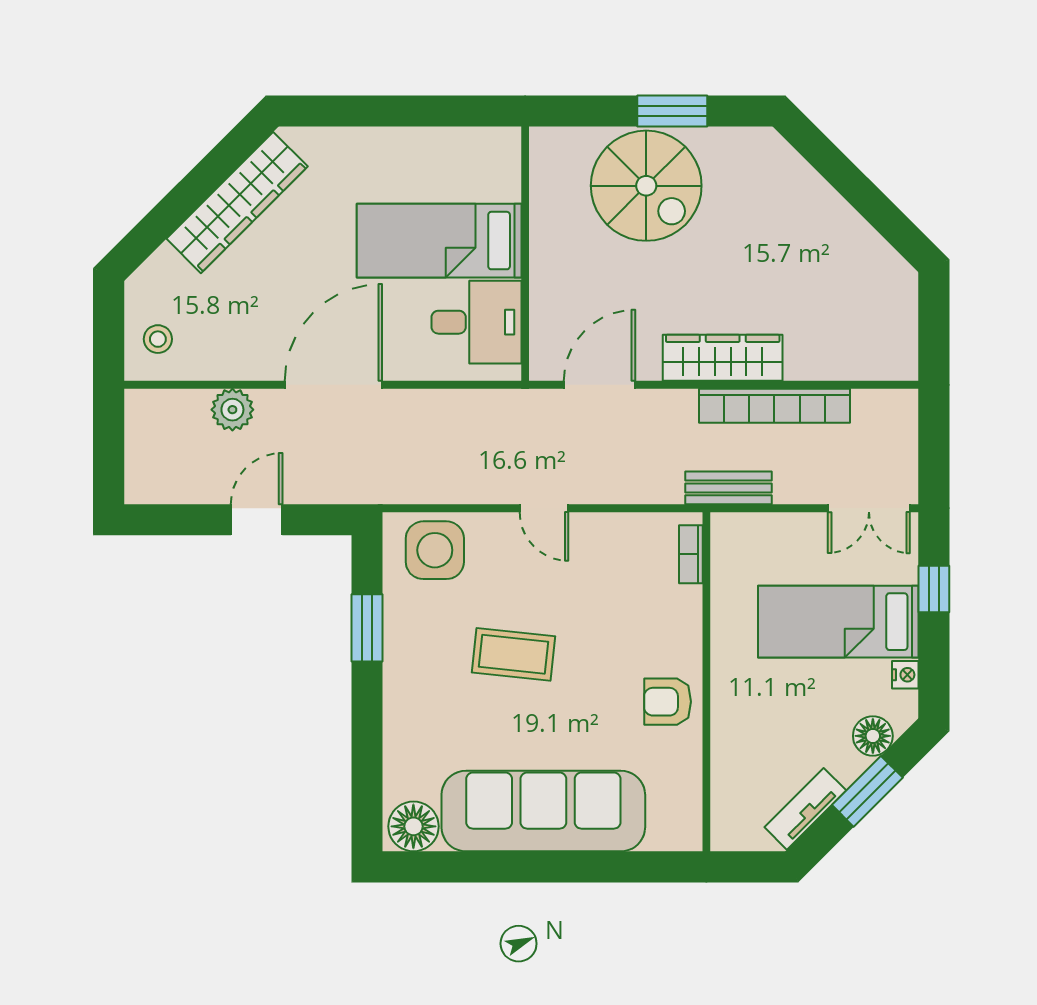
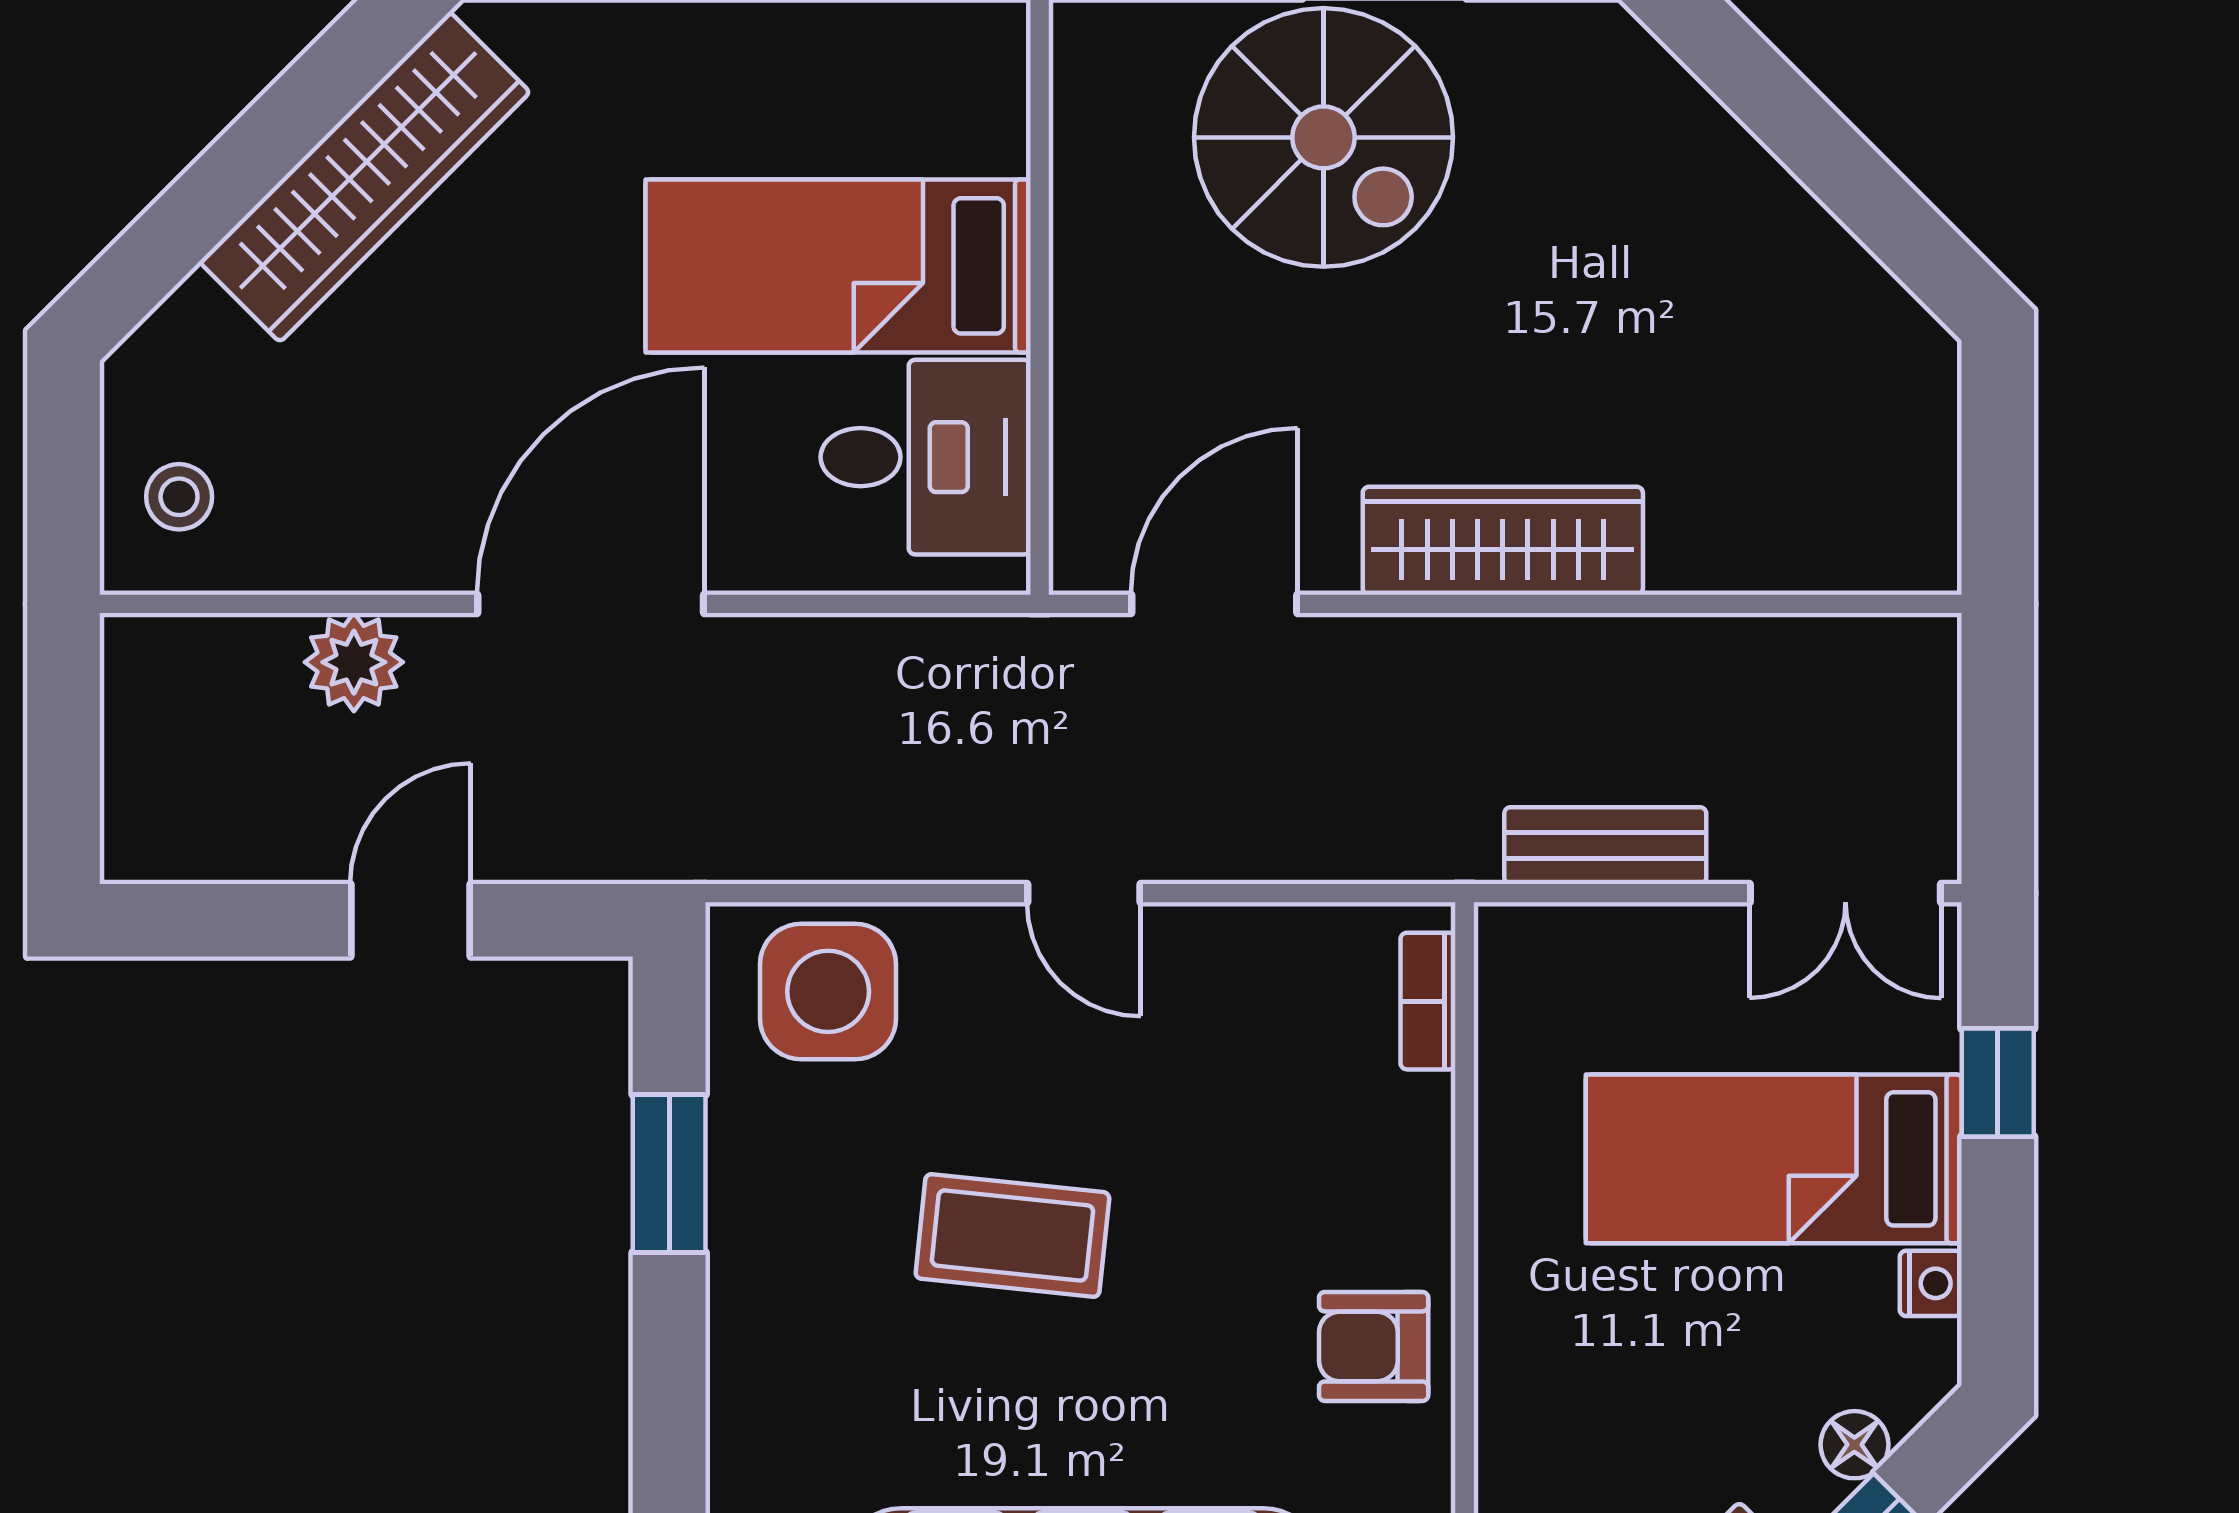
bookcase: (774, 406) -> (1624, 653), removed
bench: (728, 488) -> (1605, 846), moved
floor lamp: (873, 736) -> (1854, 1445), width x0.73, depth x0.73

